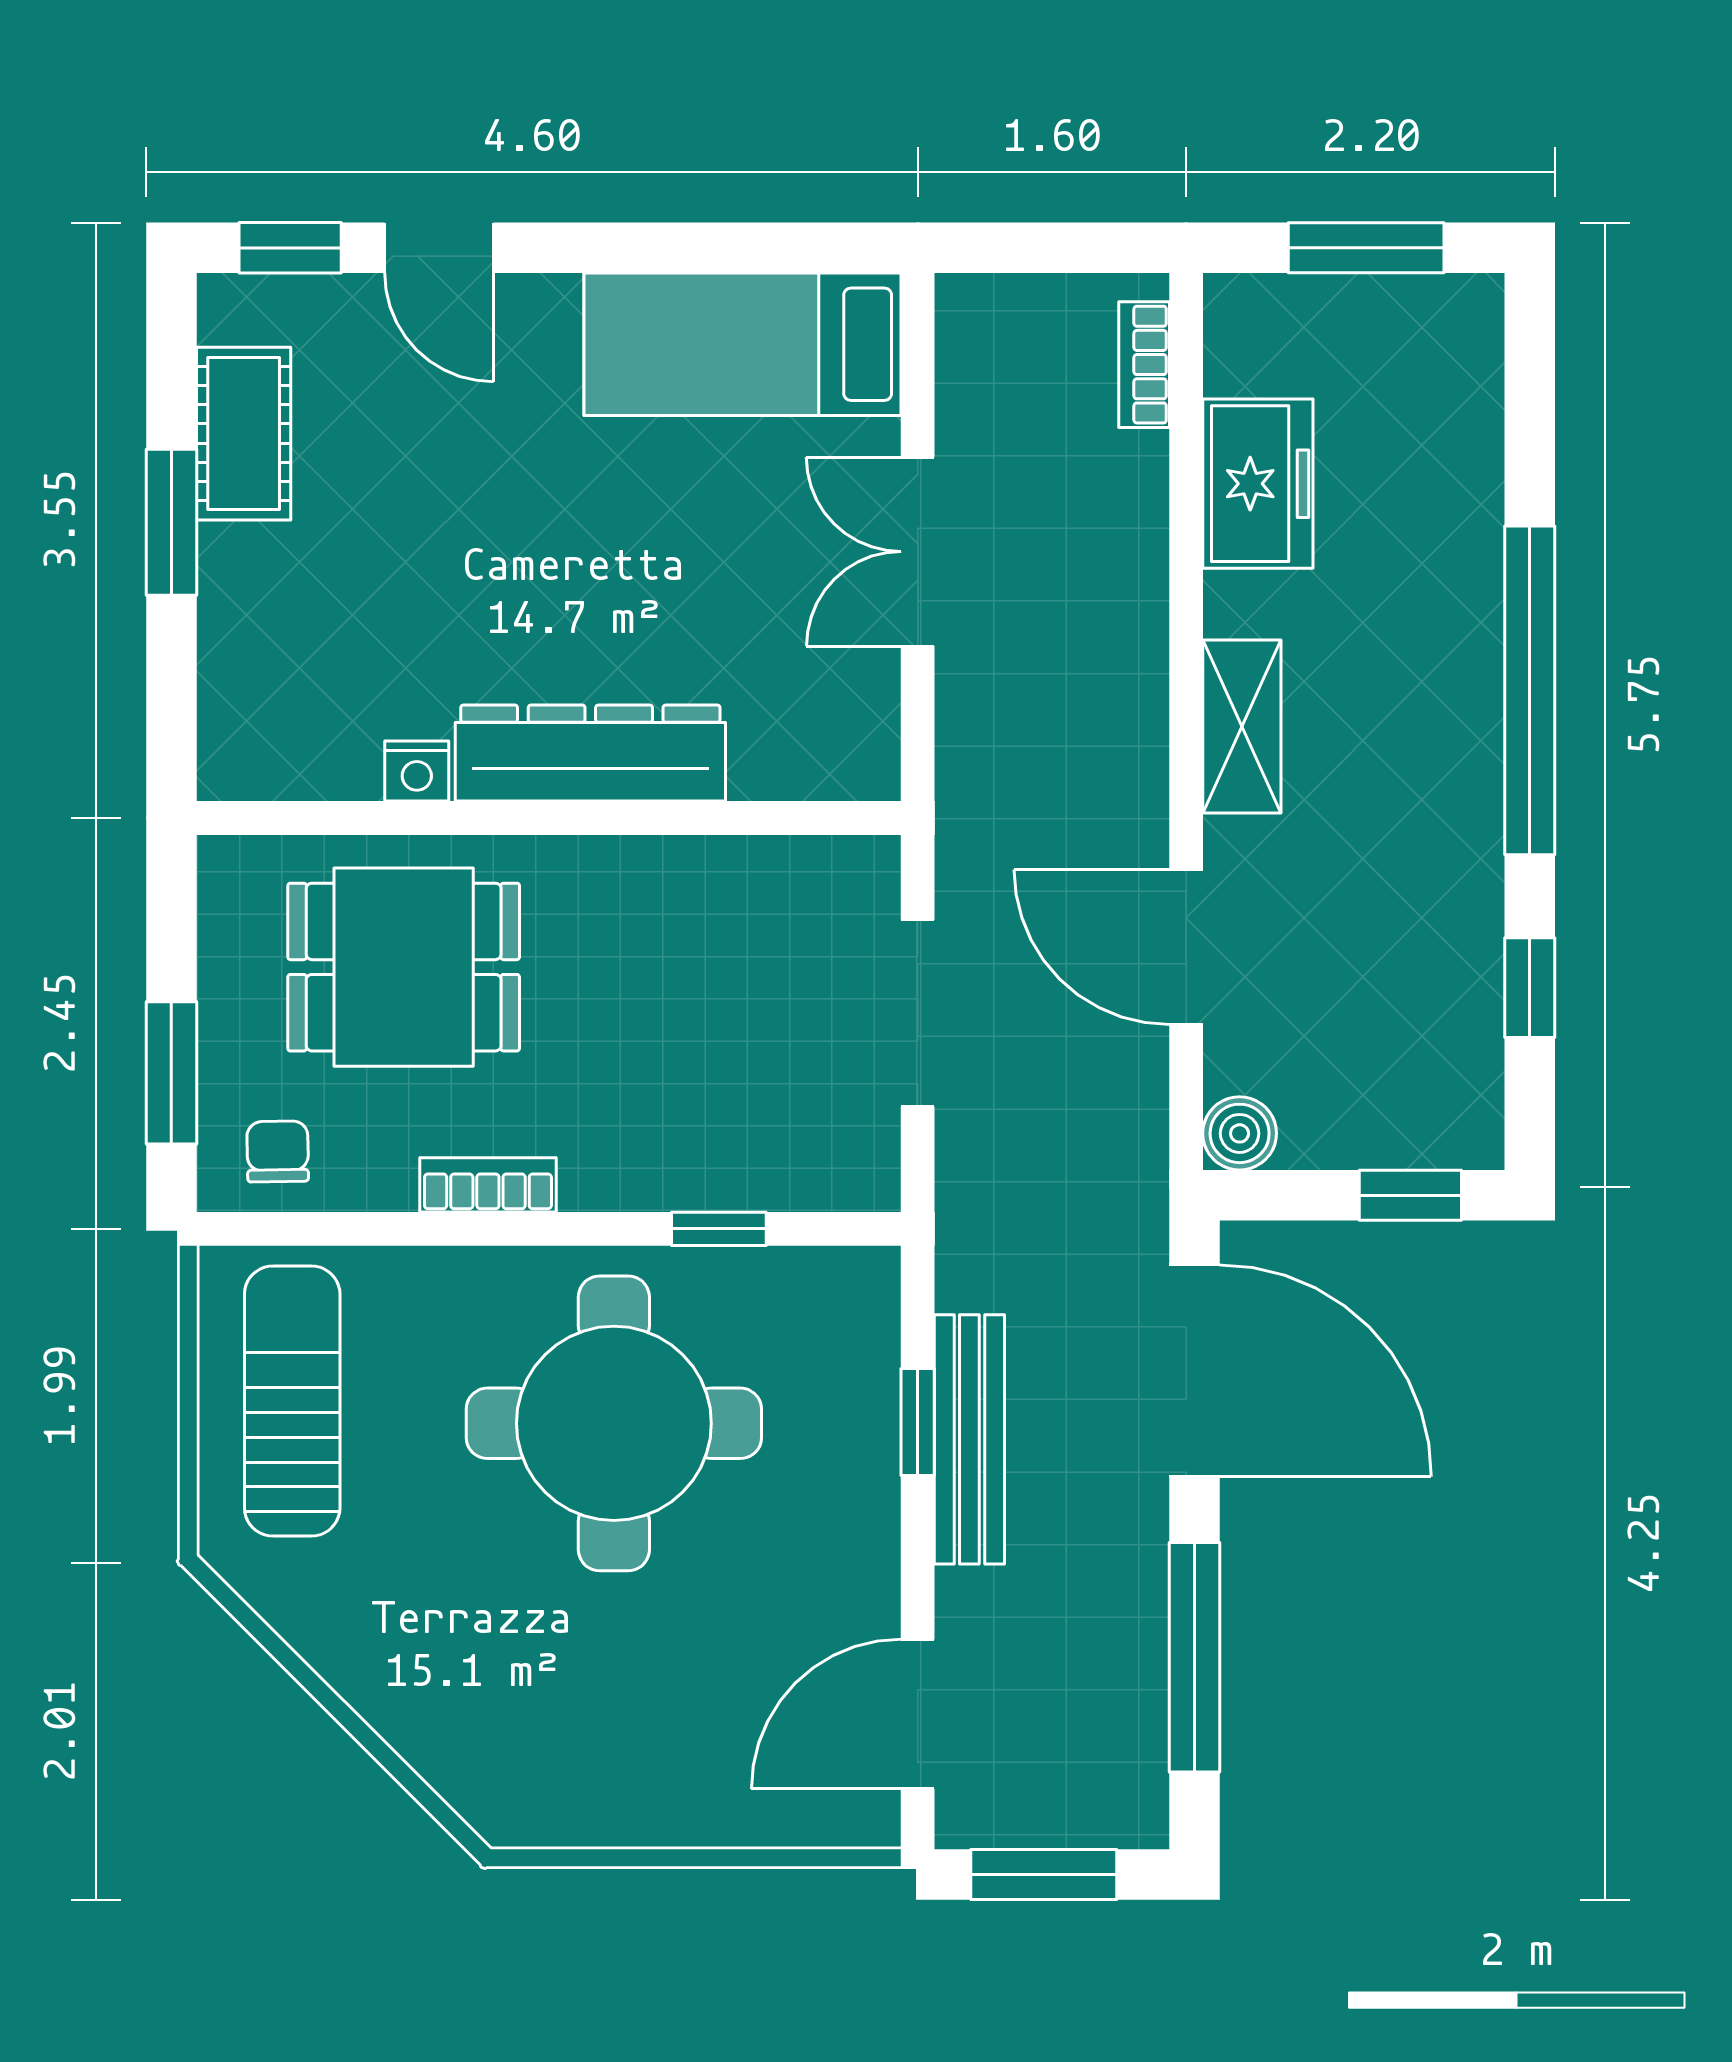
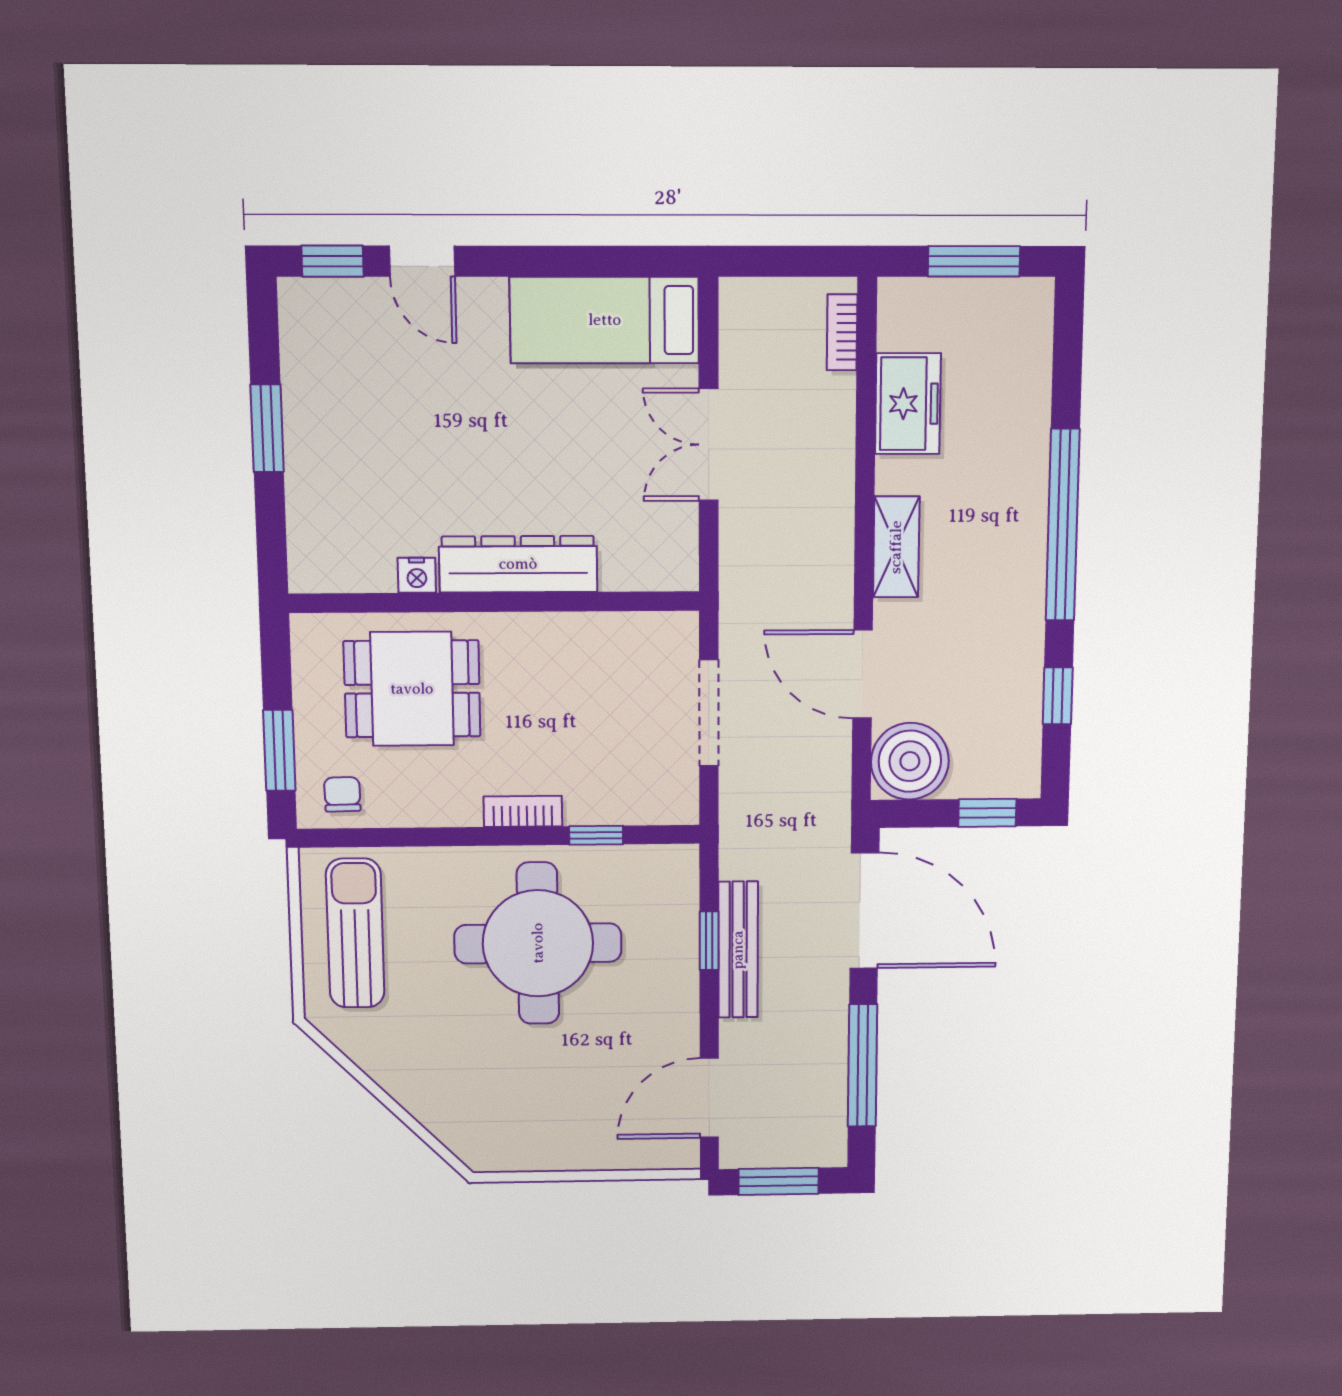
cot: (244, 434) -> (308, 375), removed
boiler: (1240, 1133) -> (910, 761), width x1.86, depth x1.86
bookcase: (488, 1185) -> (523, 811), moved

